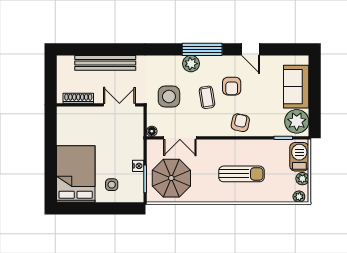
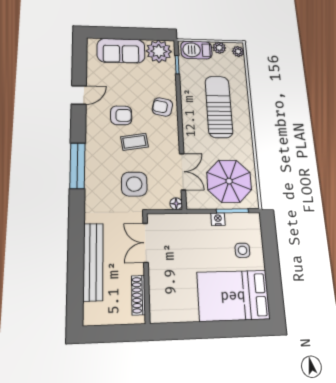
window: (202, 49) -> (77, 166), moved
plant: (191, 64) -> (95, 159), removed
sun lounger: (242, 174) -> (219, 107), width x1.36, depth x1.34

